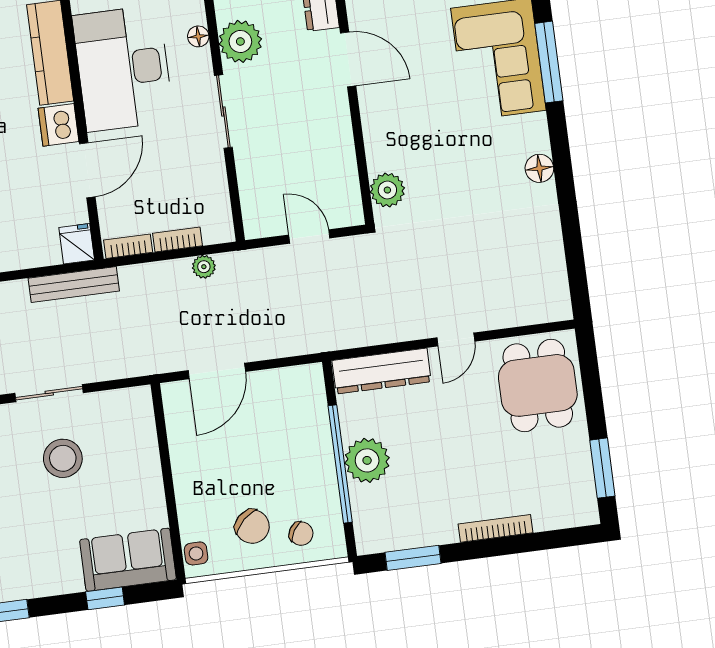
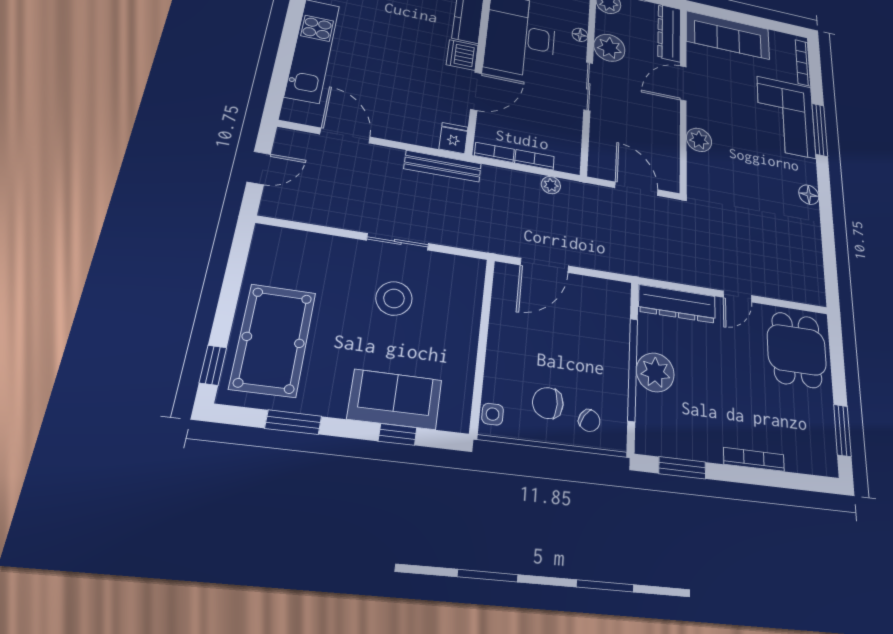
door: (348, 59) -> (683, 83), swing flipped
plant: (387, 190) -> (699, 140), moved
door: (309, 236) -> (637, 189), width x1.38
chair: (252, 526) -> (548, 403), turned 133
sofa: (128, 560) -> (395, 399), moved

